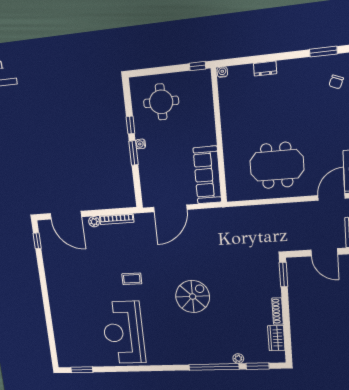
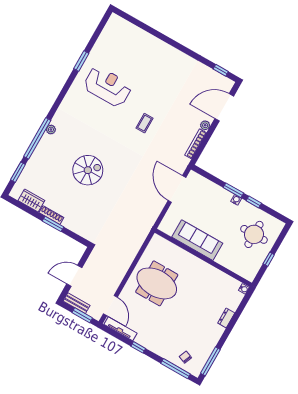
window: (323, 52) -> (210, 361), width x1.44
window: (198, 66) -> (269, 259), moved
meeting table: (277, 165) -> (157, 283), turned 90
sofa: (207, 175) -> (197, 240), moved
window: (283, 275) -> (53, 224), moved
spiral stairs: (193, 296) -> (88, 170), moved, turned -90
reception desk: (123, 333) -> (108, 86), width x0.74, depth x0.77
plant: (238, 359) -> (51, 130), moved
window: (82, 370) -> (81, 61), moved

